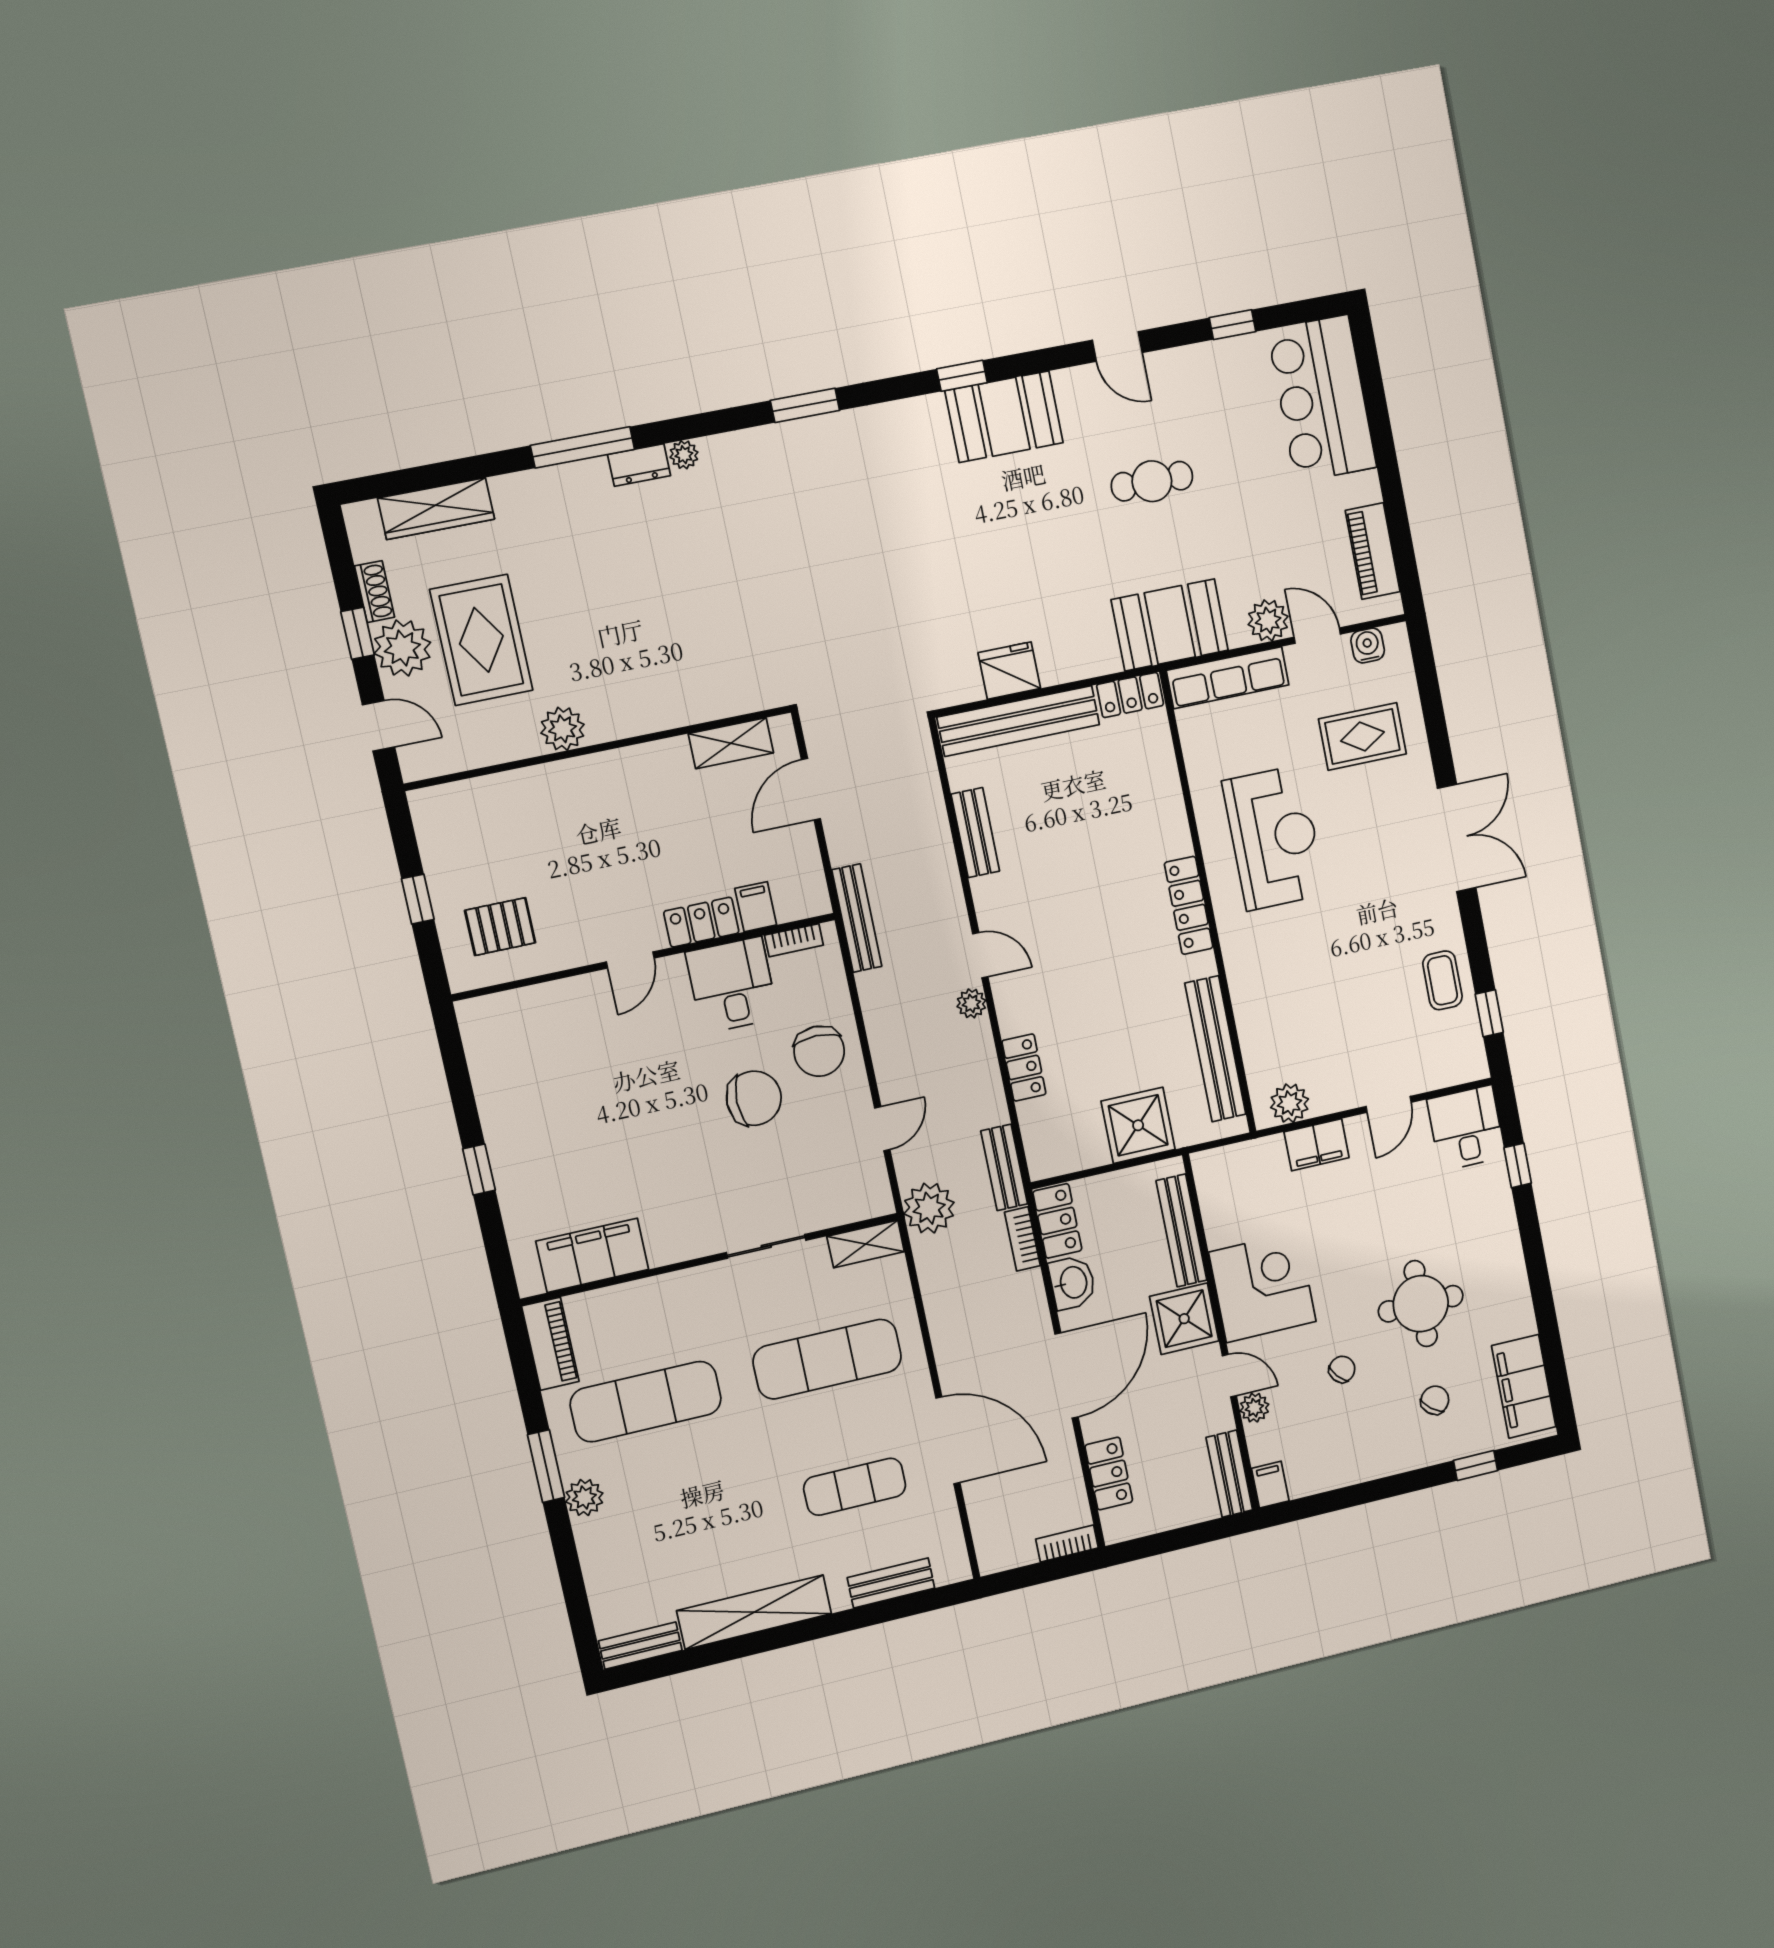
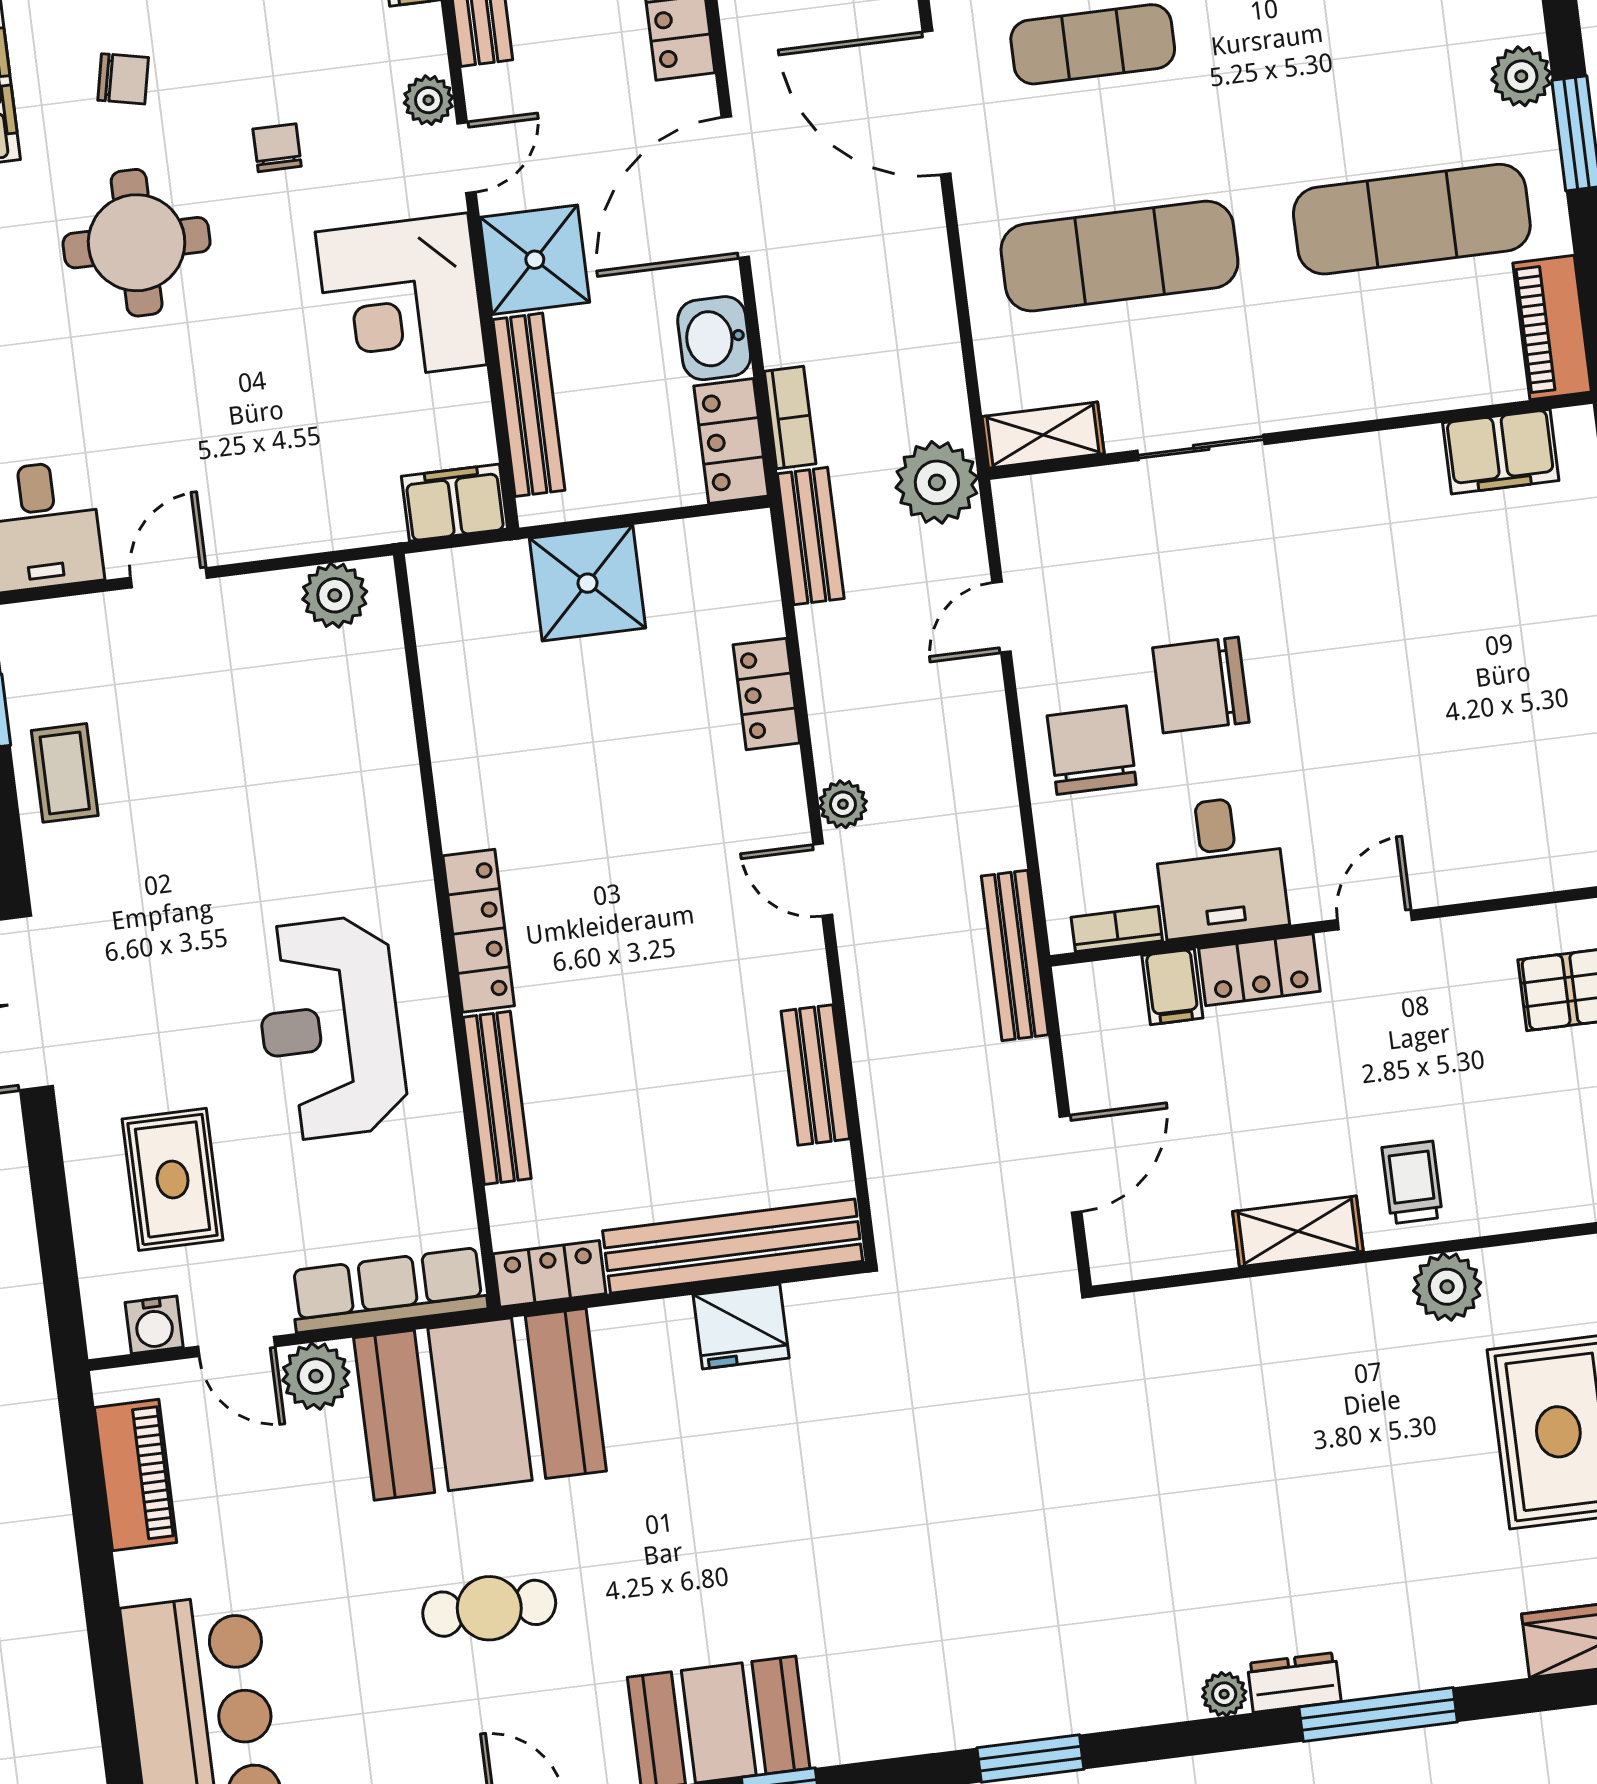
booth: (1170, 625) -> (480, 1404), width x1.36, depth x1.42
rug: (1362, 736) -> (173, 1179), turned 90
shelving: (731, 743) -> (1298, 1231), moved
trolley: (591, 794) -> (1412, 1182), added
bench: (1215, 1049) -> (497, 1098), moved, width x0.73, depth x0.82
filing cabinet: (1317, 1145) -> (454, 503), moved
filing cabinet: (592, 1255) -> (1501, 452), width x0.67, depth x0.86
chair: (1342, 1369) -> (277, 148), turned 130
door: (1229, 1376) -> (466, 158), swing flipped
chair: (1435, 1400) -> (123, 79), turned -118

